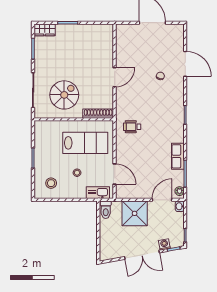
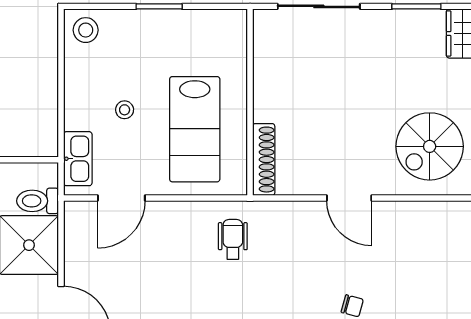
spiral stairs: (64, 95) -> (430, 146), moved, turned 90
stool: (51, 183) -> (86, 30), moved
toilet: (106, 210) -> (38, 201), moved

